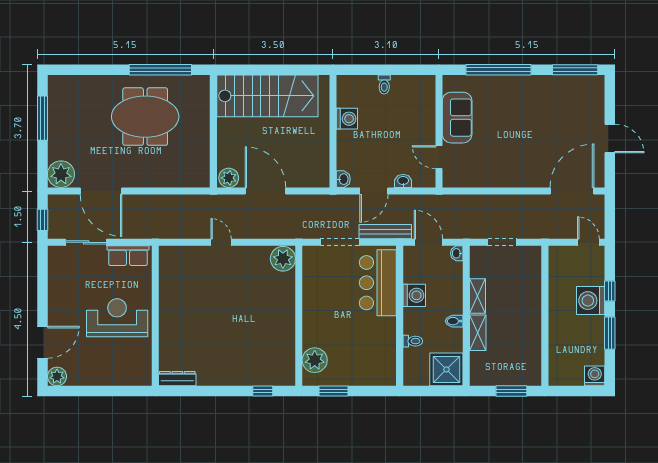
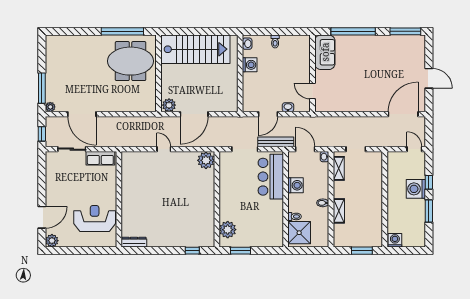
meeting table: (145, 117) -> (131, 61), moved
window: (42, 118) -> (42, 88), moved
sofa: (457, 118) -> (325, 52), moved
plant: (61, 174) -> (50, 107), width x0.53, depth x0.53
washbasin: (343, 179) -> (247, 44), moved
door: (265, 191) -> (194, 114), swing flipped
shelving: (478, 296) -> (339, 168), moved
reception desk: (117, 318) -> (95, 218), moved
shower: (446, 369) -> (299, 233), moved
washing machine: (595, 376) -> (395, 240), moved

